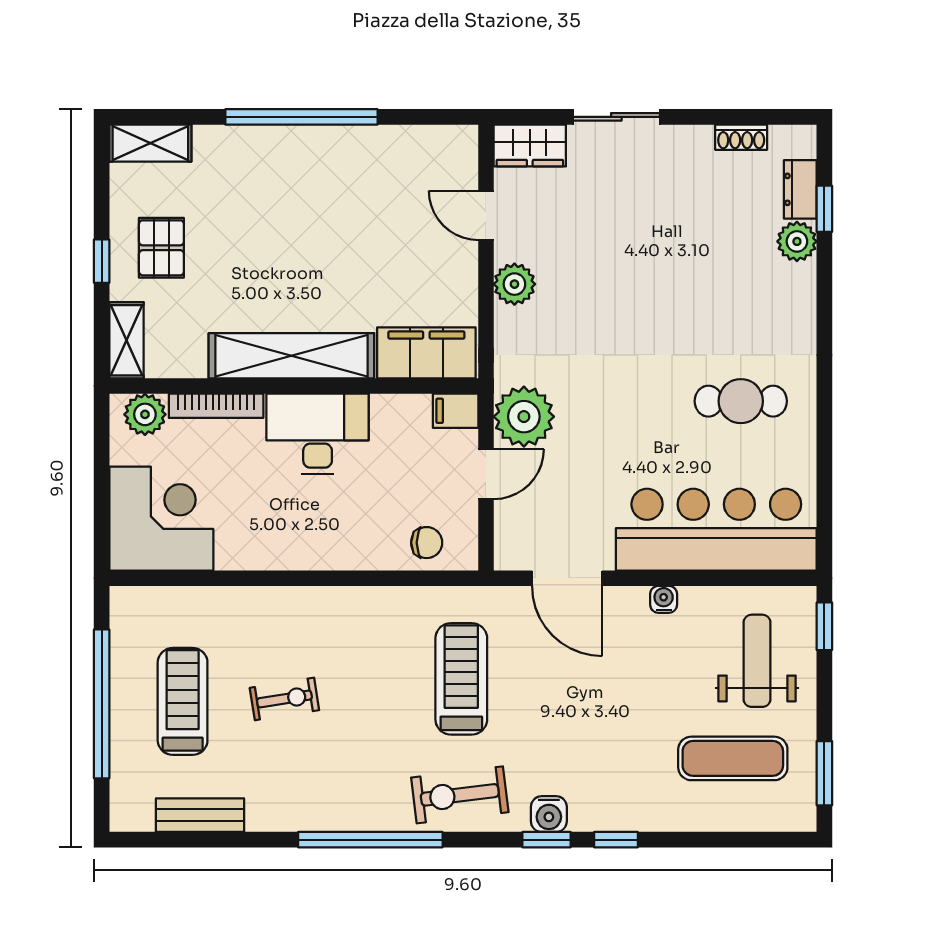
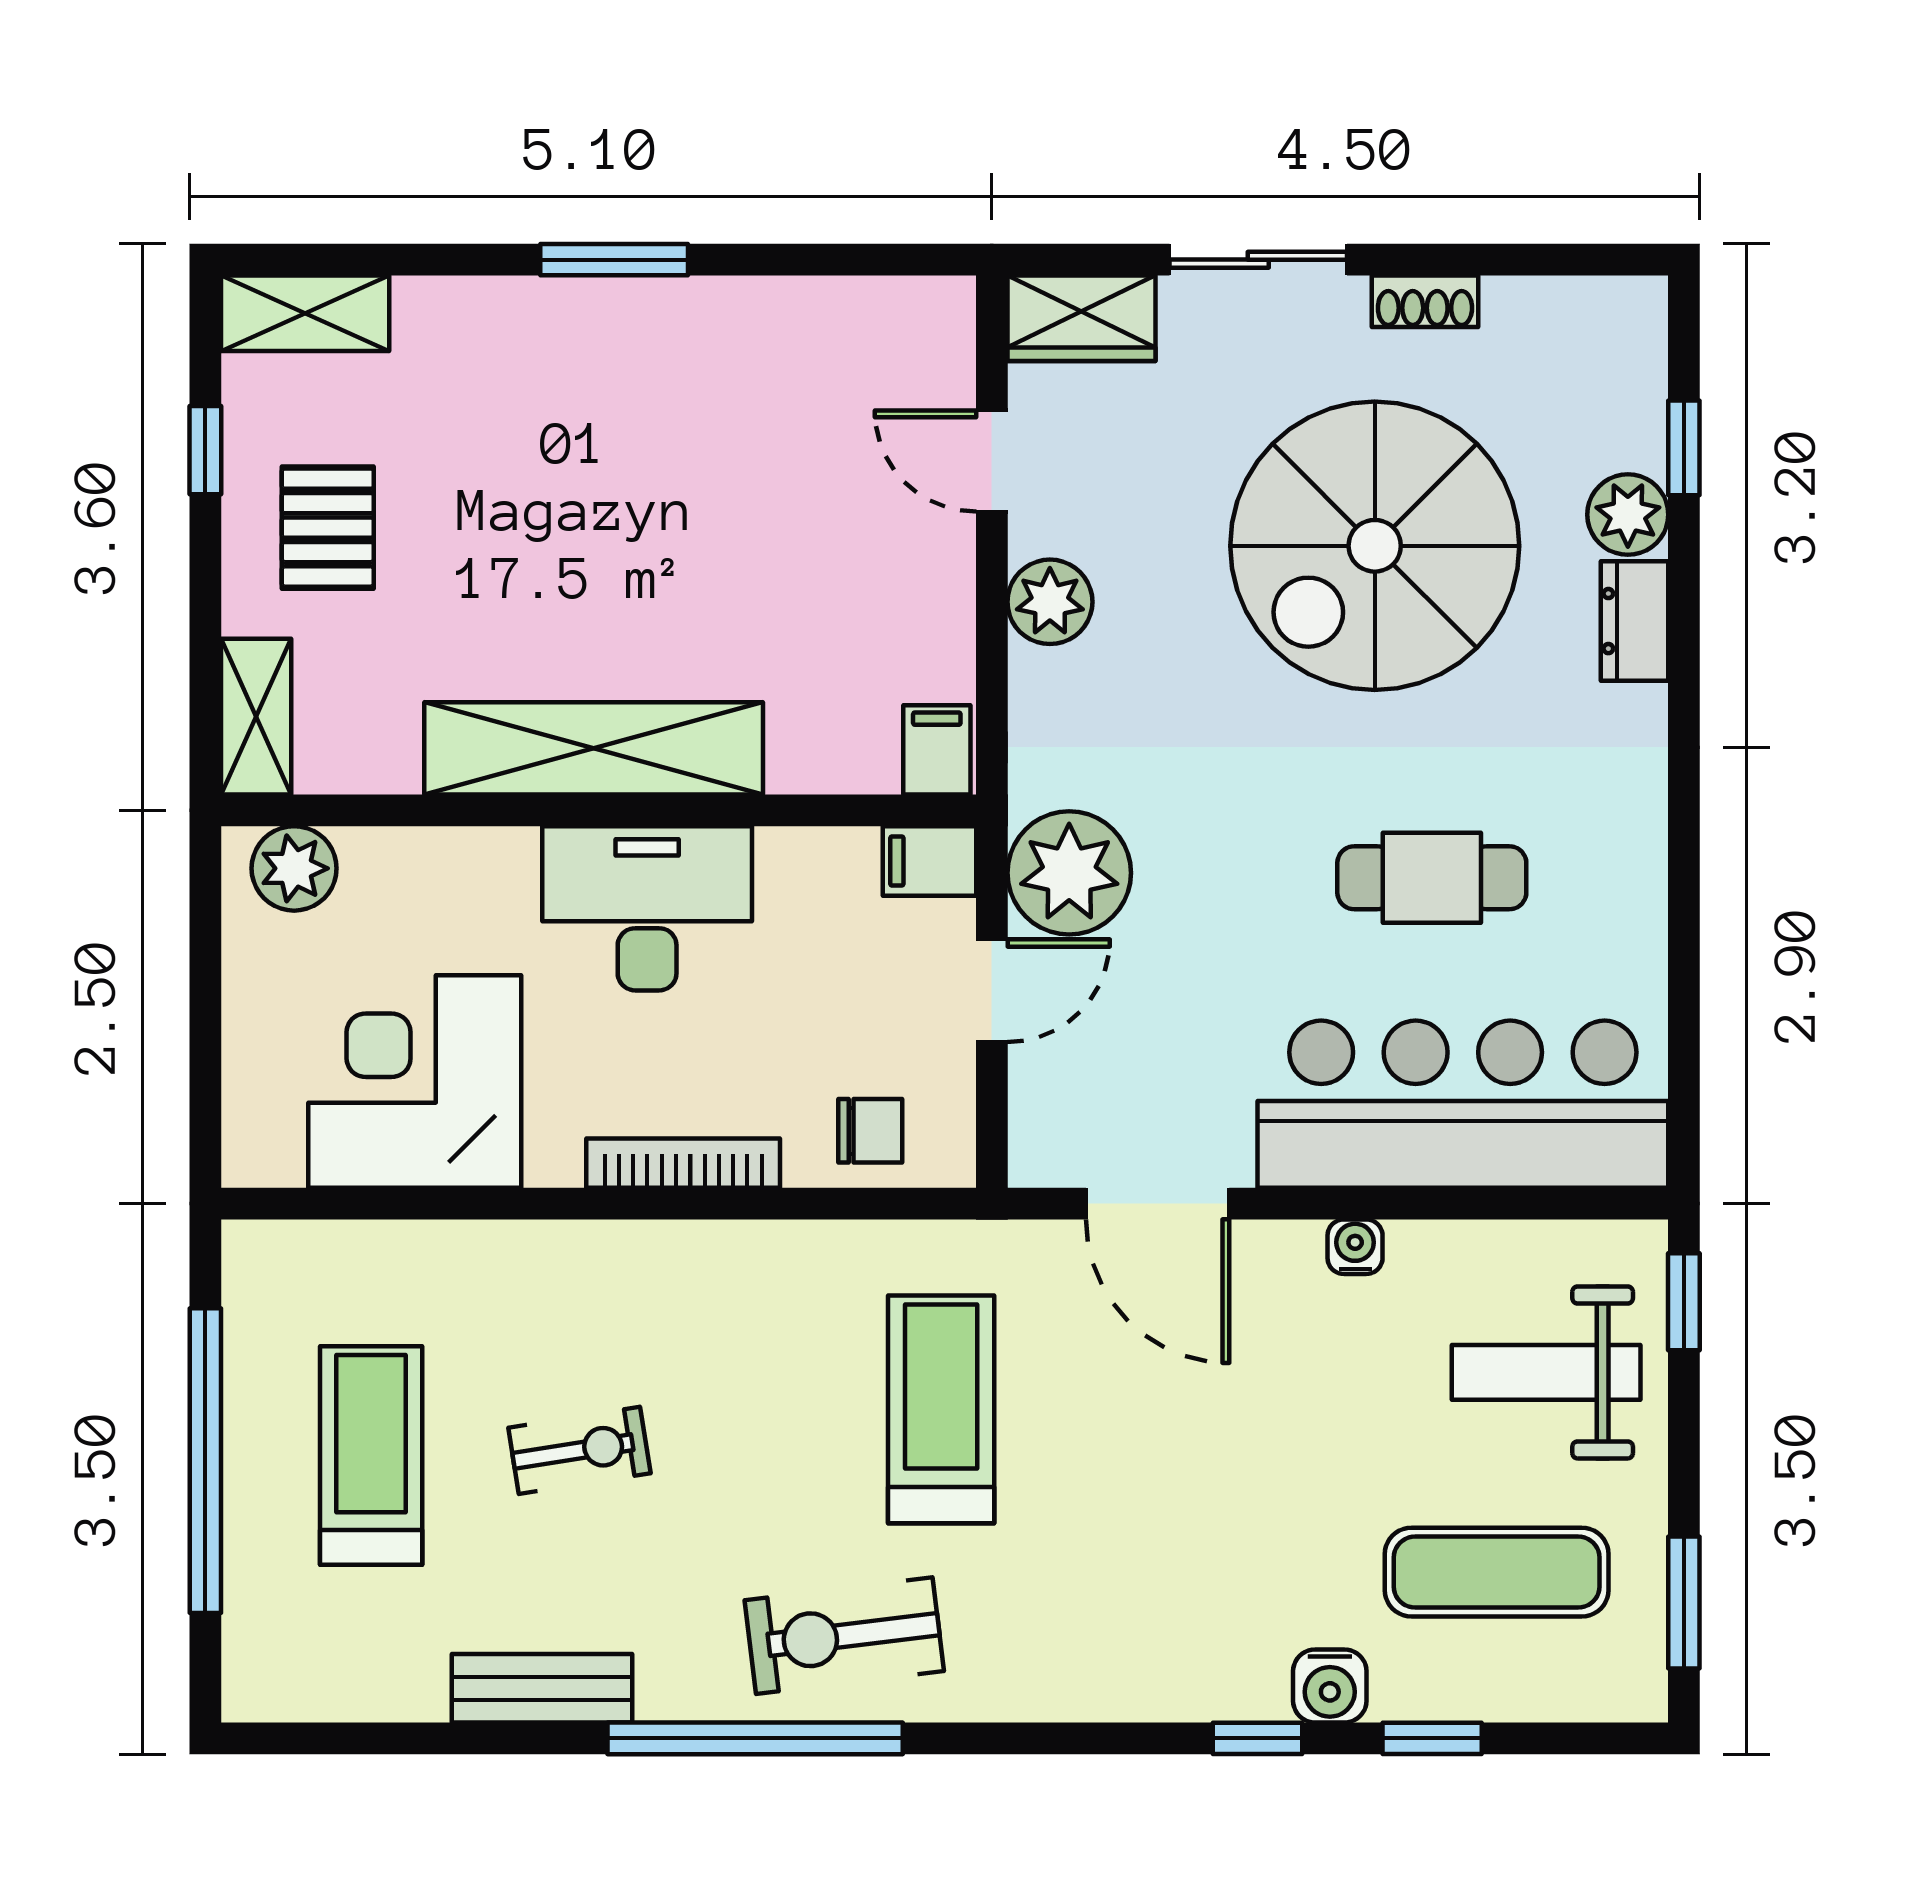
window: (301, 117) -> (614, 260), width x0.47
shoe rack: (741, 137) -> (1425, 301), moved
dresser: (800, 189) -> (1635, 621), moved
spiral stairs: (673, 257) -> (1375, 546), added
window: (102, 261) -> (205, 450), moved
filing cabinet: (426, 353) -> (937, 750), width x0.33, depth x0.86
cafe table: (741, 401) -> (1432, 878), moved
bookcase: (216, 406) -> (683, 1163), moved, turned 180
corner desk: (161, 519) -> (415, 1081), moved, turned -90
weight bench: (757, 661) -> (1546, 1372), turned -90
exercise bike: (460, 795) -> (844, 1636), moved
water cooler: (549, 814) -> (1330, 1686), moved
bench: (200, 815) -> (542, 1688), moved
window: (547, 840) -> (1432, 1738), moved

